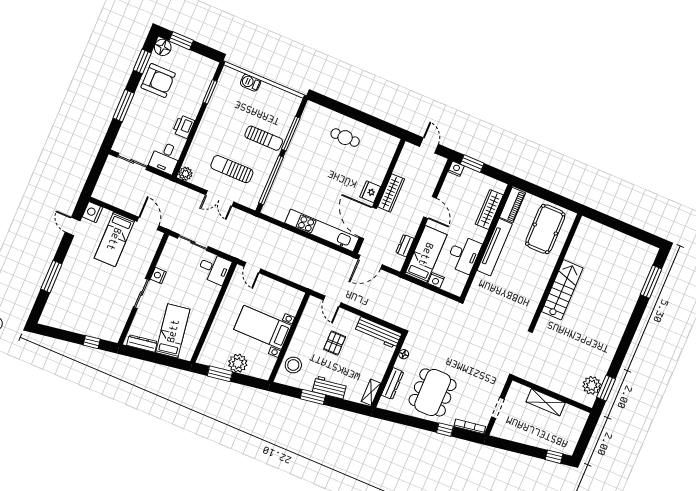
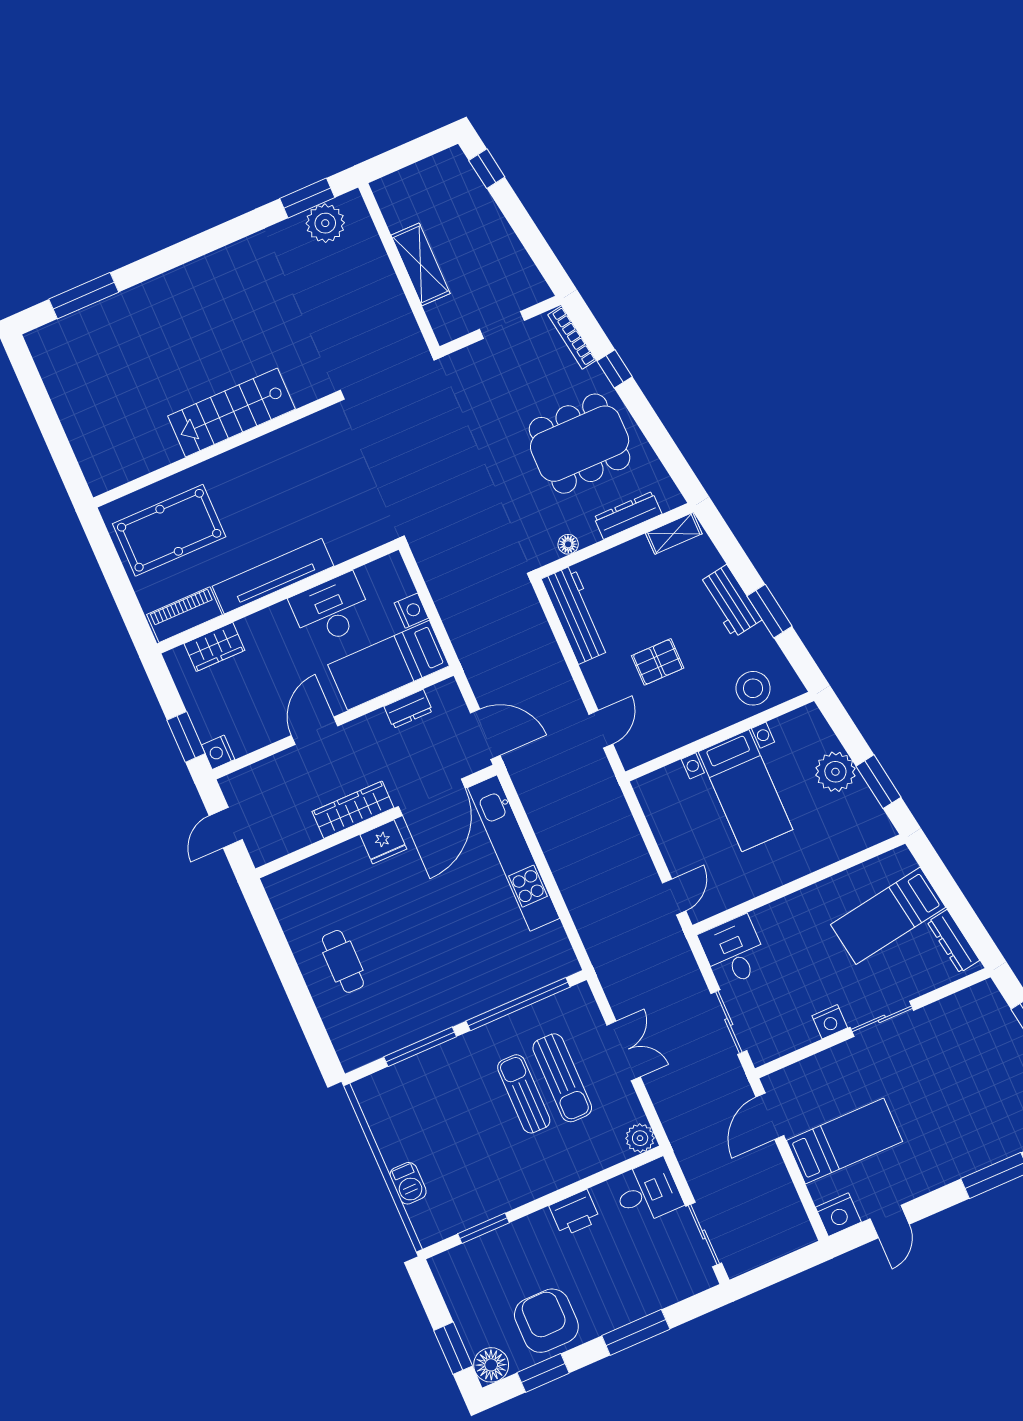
sun lounger: (264, 138) -> (524, 1094), moved
wardrobe: (489, 209) -> (214, 647), width x0.67

